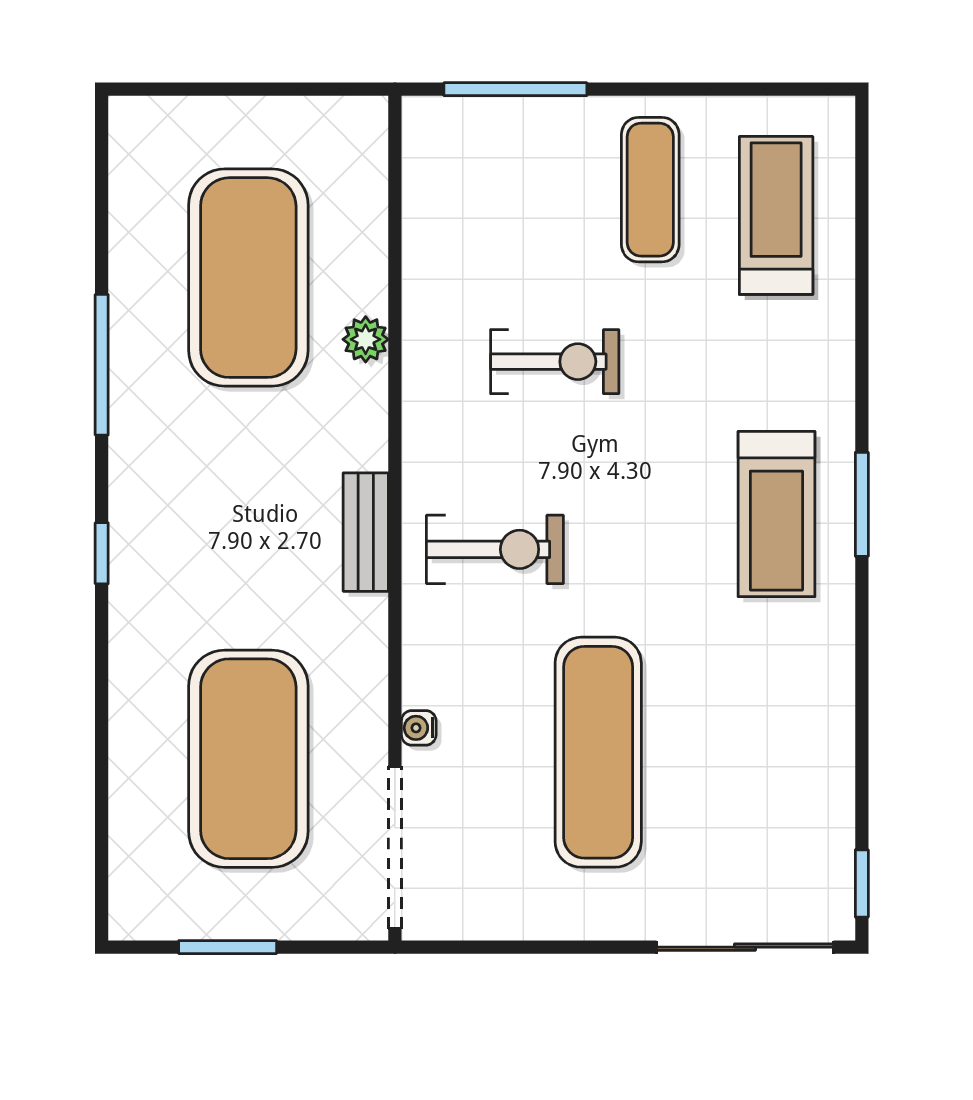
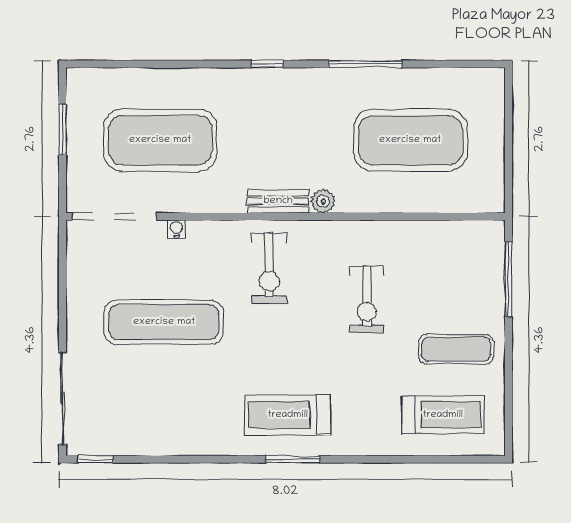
plant: (366, 339) -> (323, 201), moved

